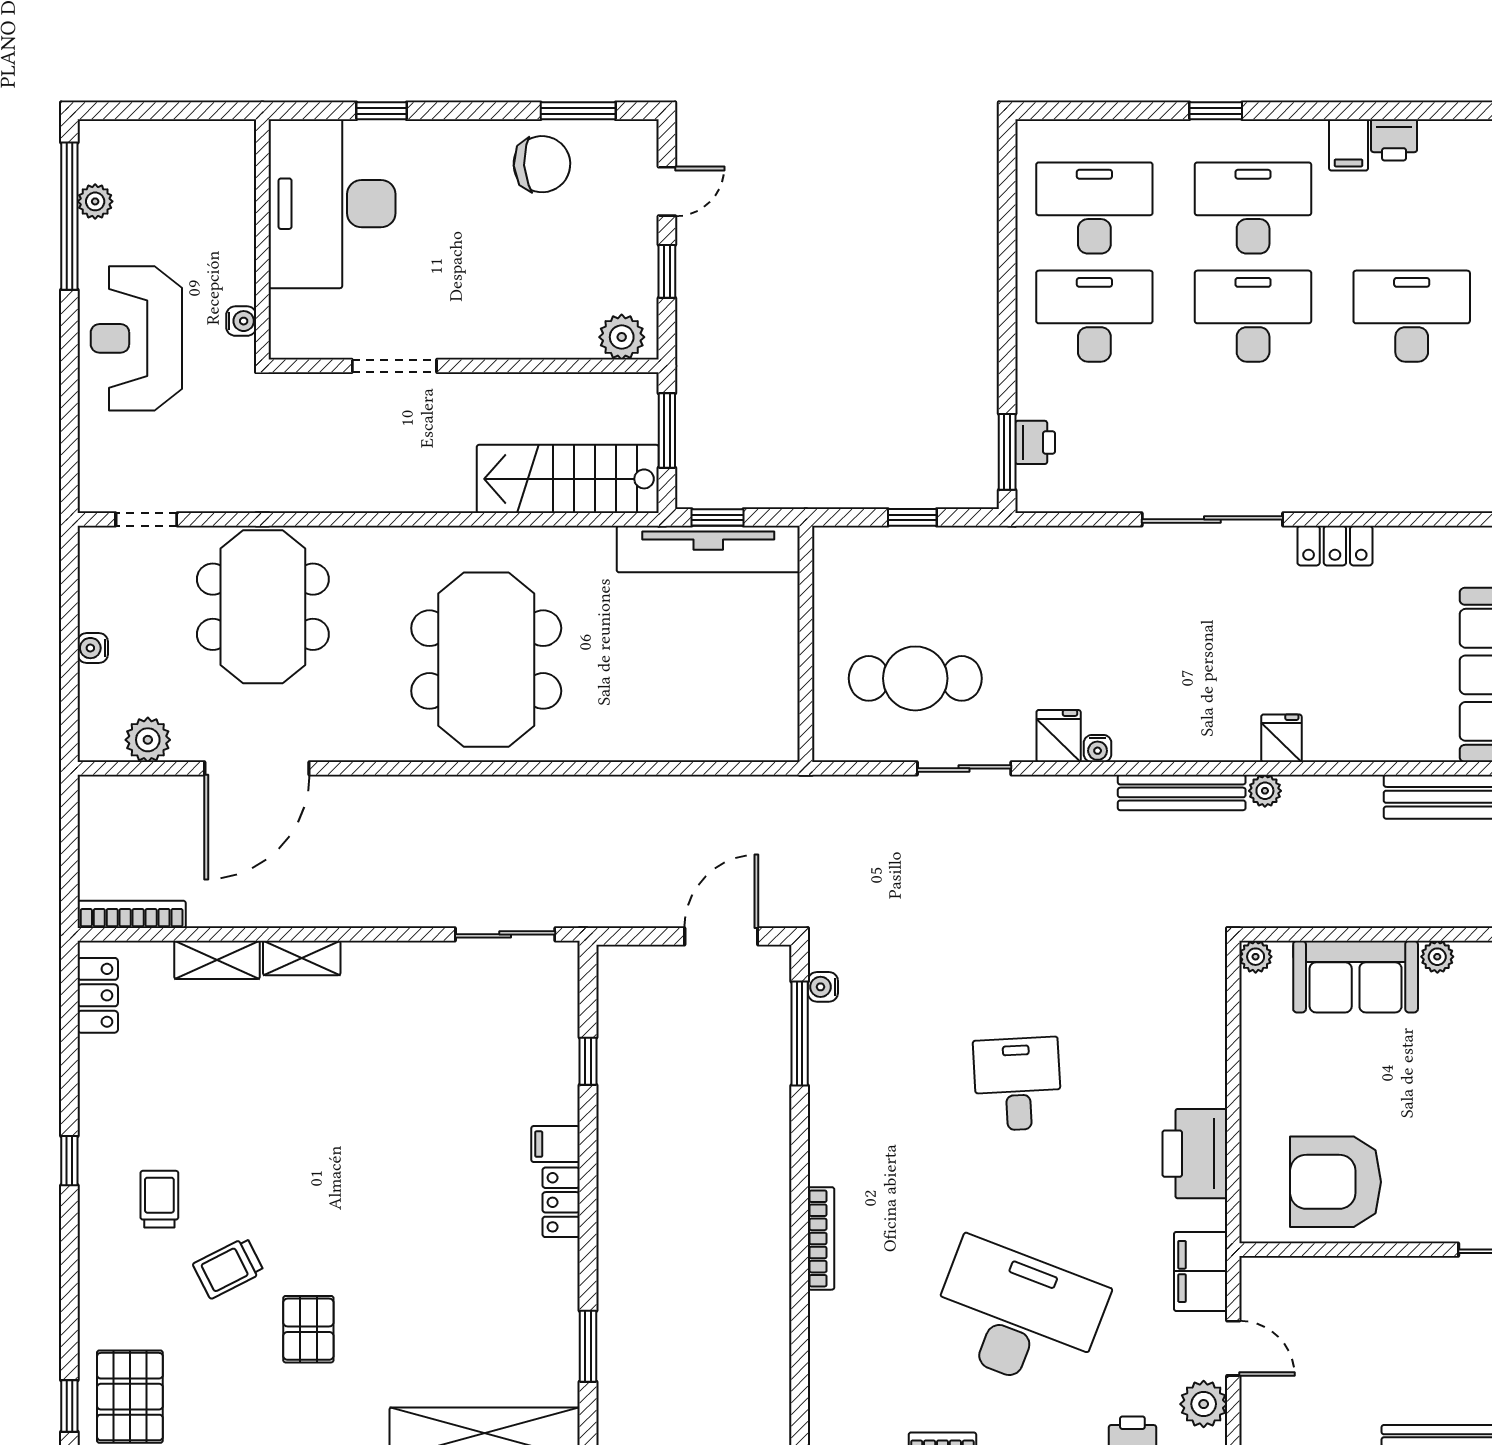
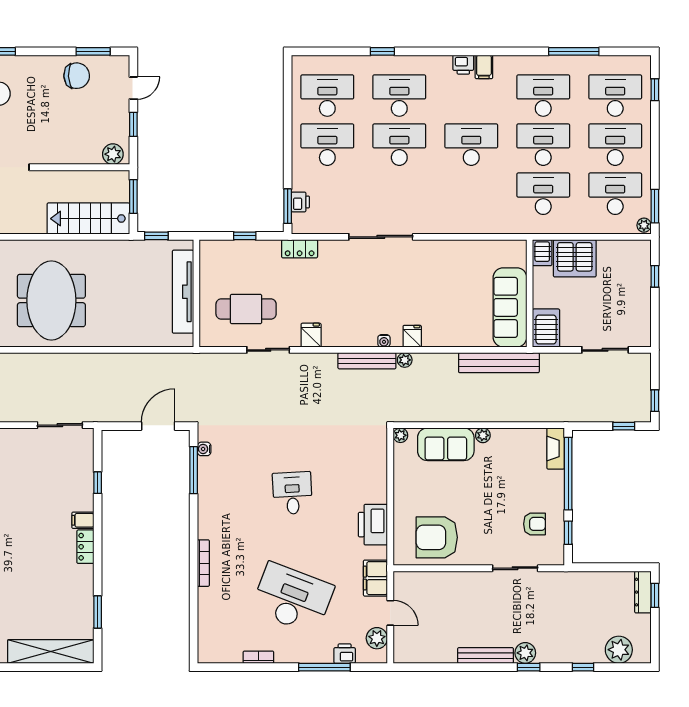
filing cabinet: (1349, 145) -> (484, 67), moved
locker: (1335, 546) -> (300, 249), moved
tv unit: (708, 549) -> (183, 292), moved, turned 90
water cooler: (1098, 748) -> (384, 341), moved

